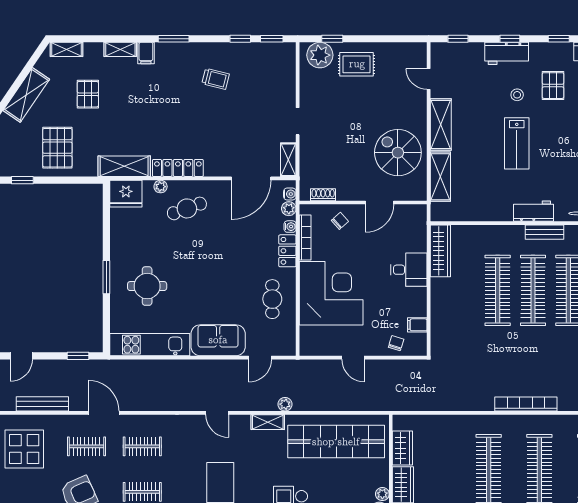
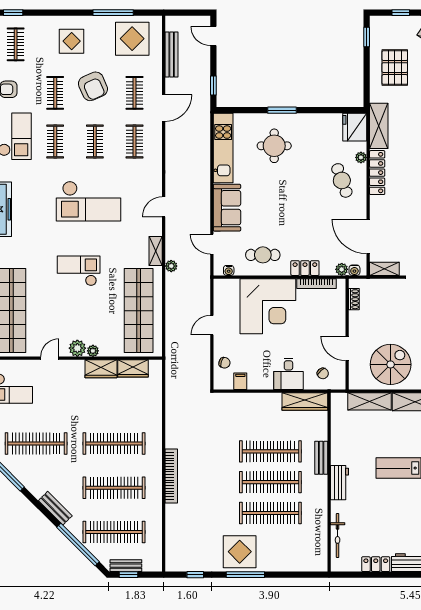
pallet: (57, 148) -> (395, 68), turned 90
chair: (340, 221) -> (323, 373), moved
water cooler: (290, 227) -> (229, 270), moved
bench: (544, 232) -> (321, 458), moved

